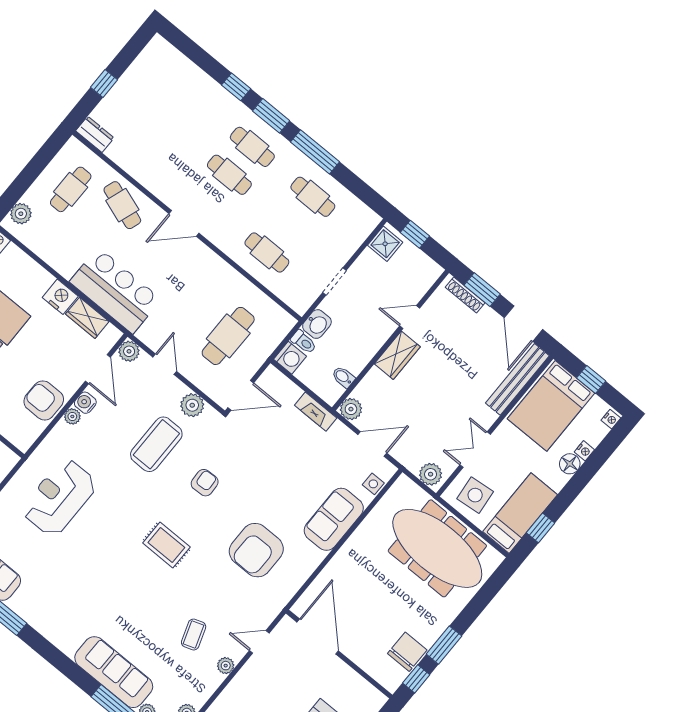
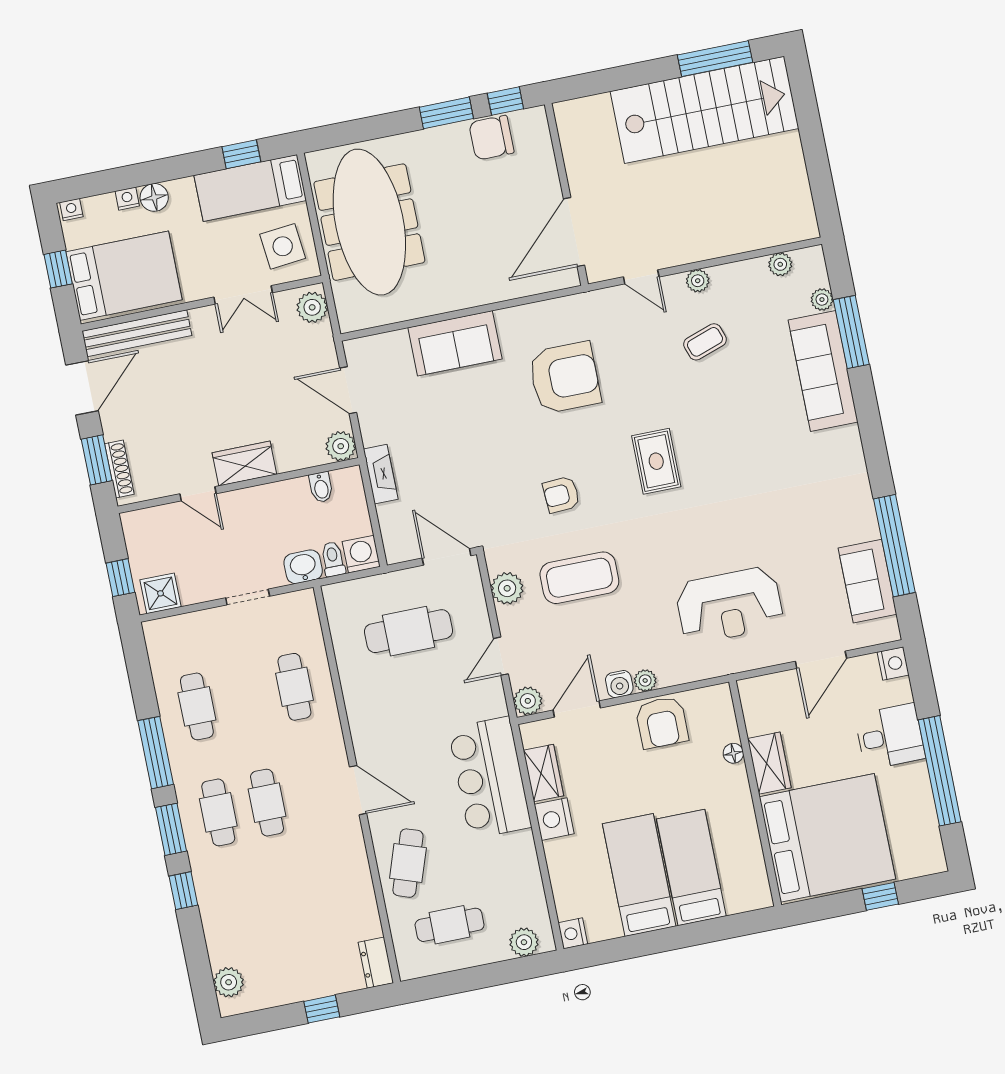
plant: (169, 56) -> (229, 982), added
side table: (373, 484) -> (382, 347), removed

